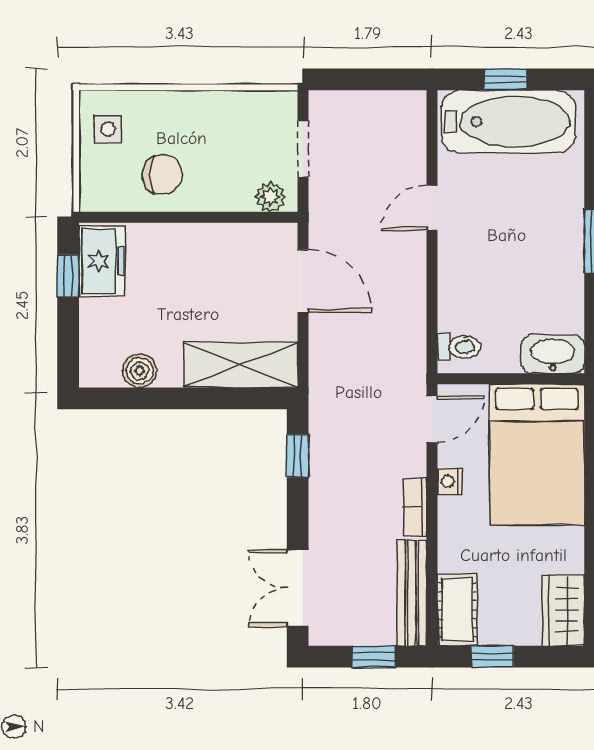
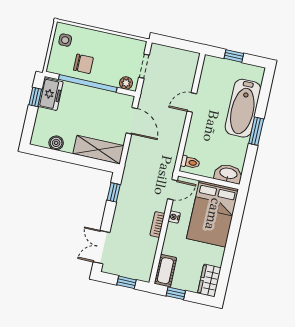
bathtub: (508, 122) -> (243, 108), moved, turned 90
window: (182, 217) -> (88, 83), added
bench: (412, 593) -> (148, 259), removed

